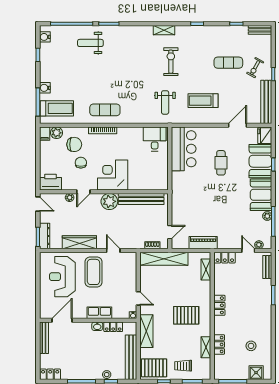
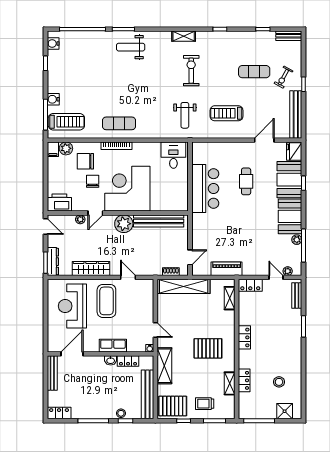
weight bench: (90, 43) -> (131, 47), moved
chair: (74, 144) -> (85, 161), turned 180
bar counter: (184, 149) -> (205, 188), moved
corner desk: (113, 175) -> (127, 189), width x1.36, depth x1.36

